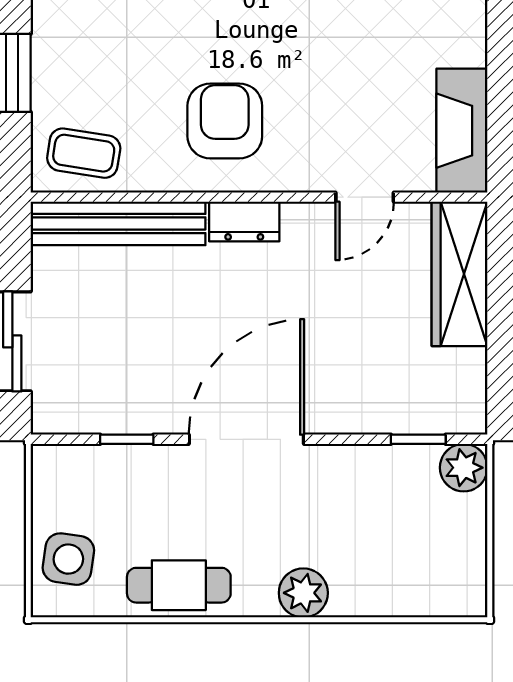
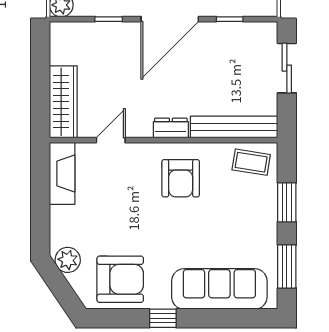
window: (418, 439) -> (109, 19), moved

